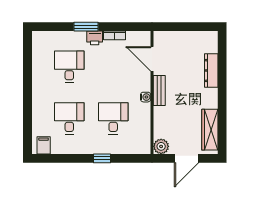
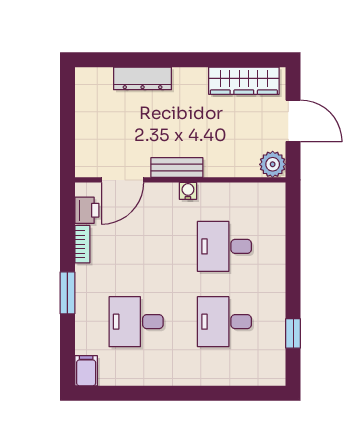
printer: (95, 38) -> (87, 210), moved
filing cabinet: (44, 145) -> (86, 371), moved, turned 90
window: (102, 158) -> (293, 333), moved

